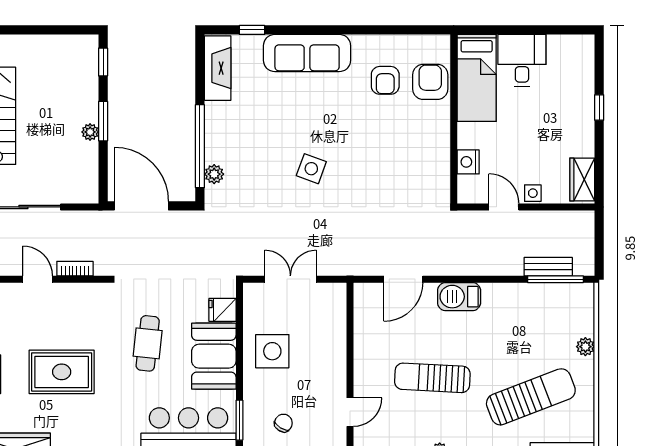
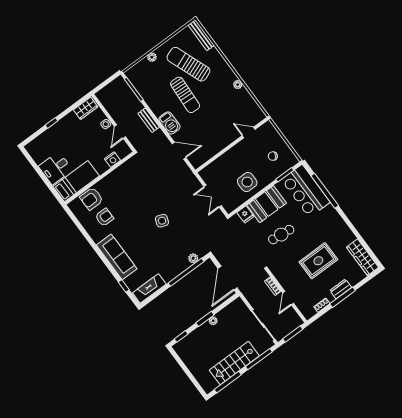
bench: (548, 267) -> (149, 120), moved
rug: (62, 372) -> (318, 261), turned 90
sun lounger: (432, 378) -> (185, 95), moved

